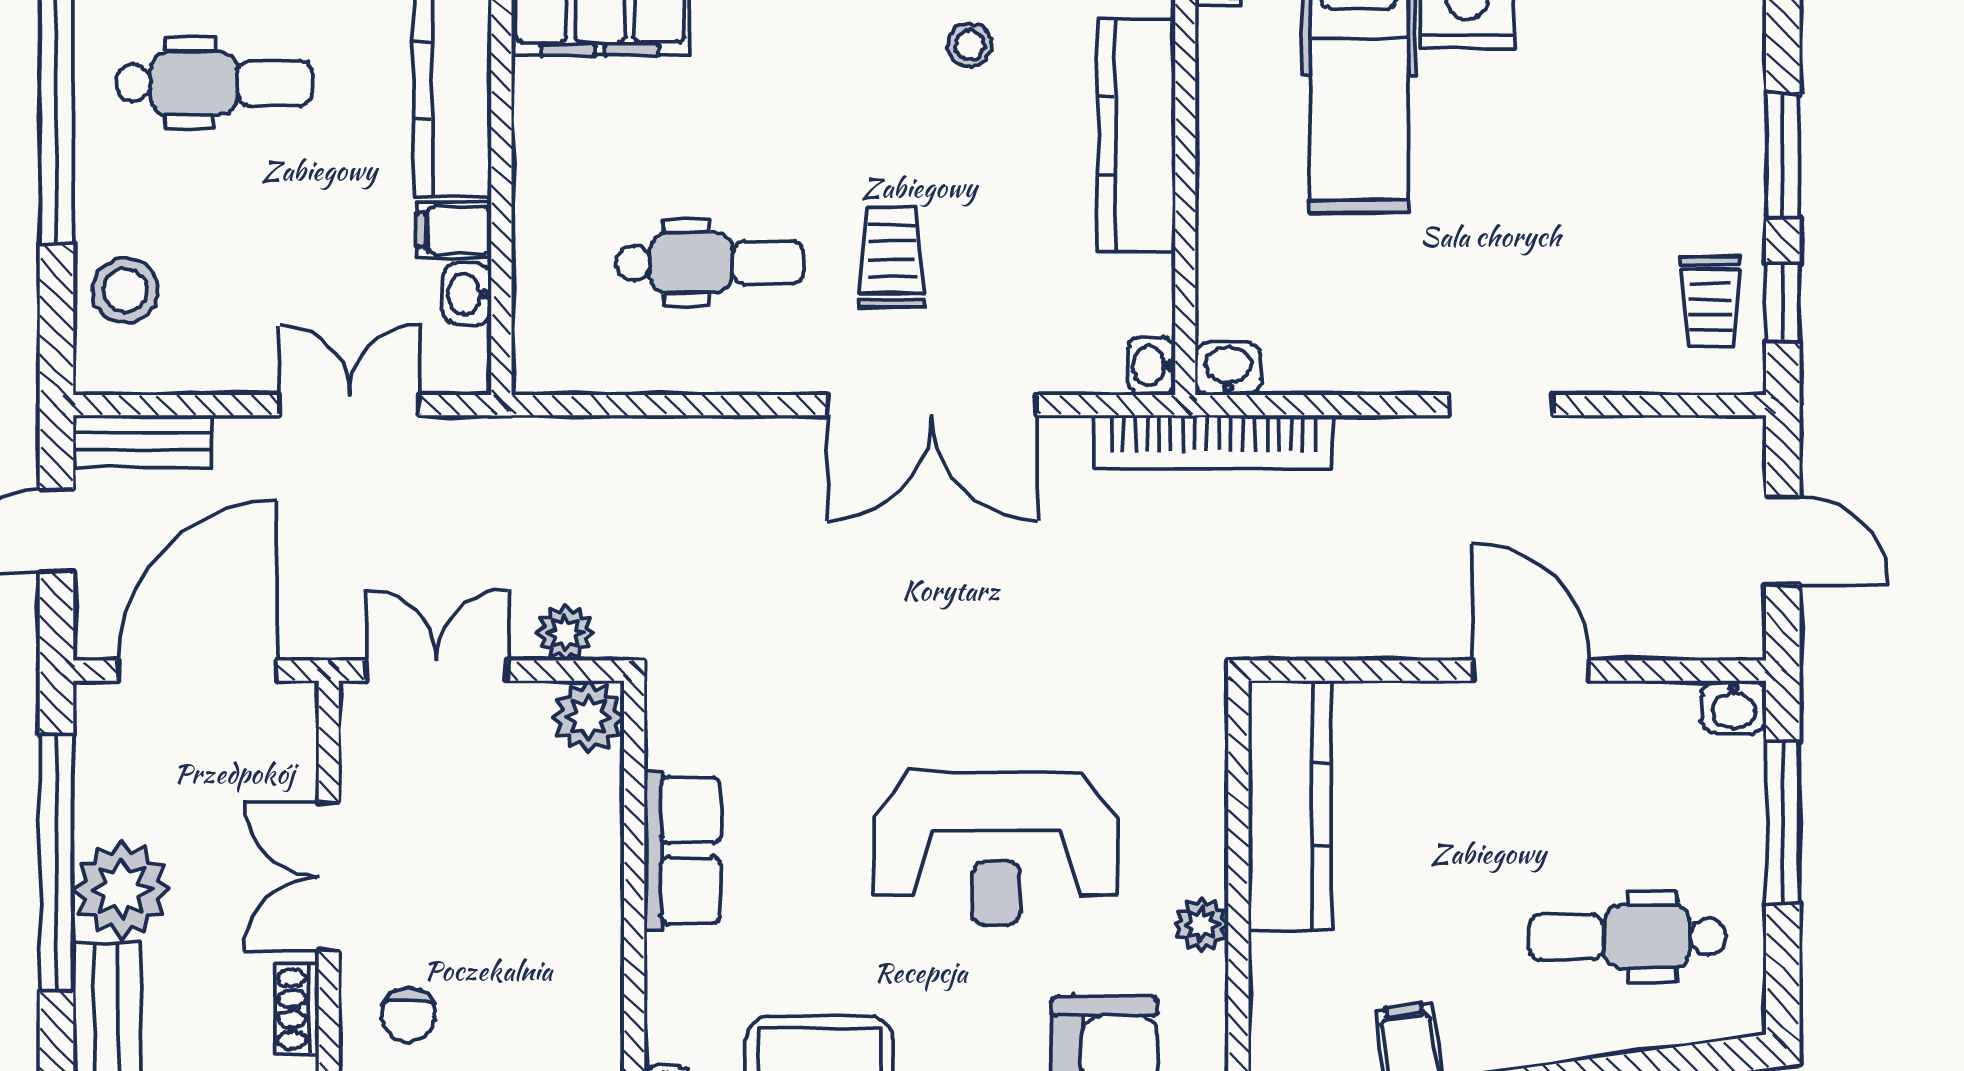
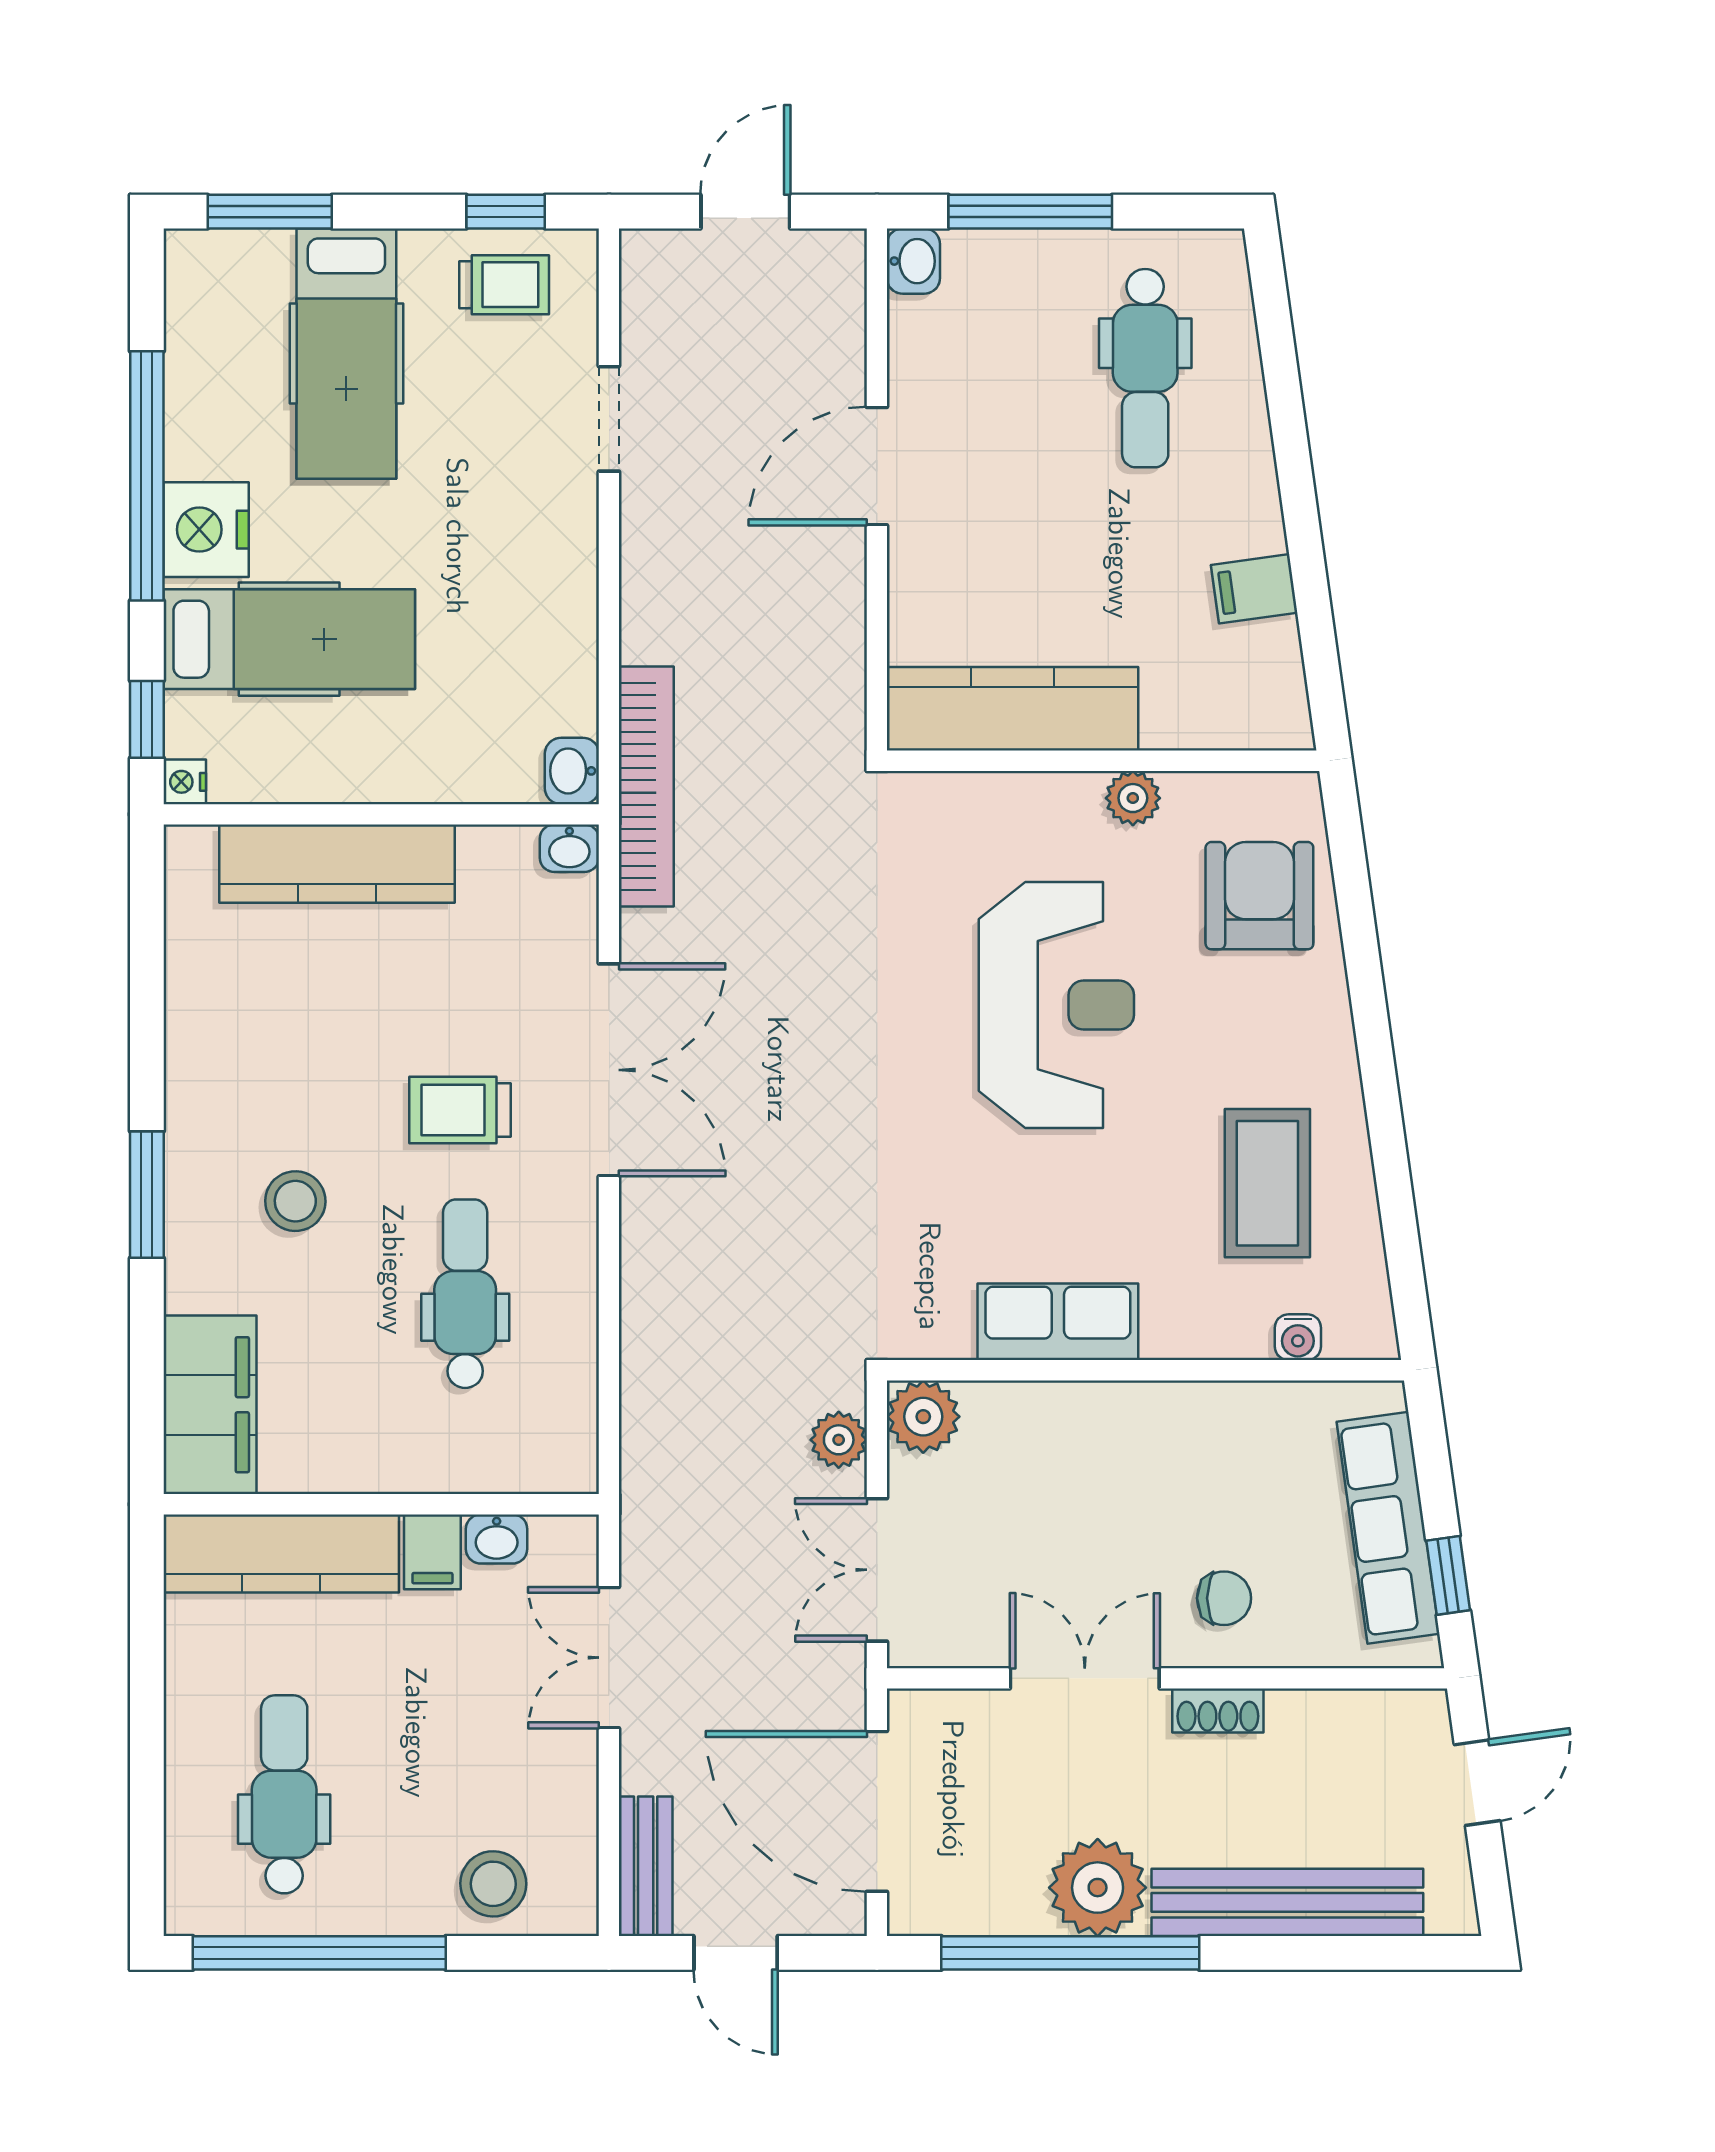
stool: (970, 45) -> (295, 1201), moved, width x1.37, depth x1.37
hospital bed: (1642, 145) -> (346, 354), added
window: (1783, 155) -> (270, 212), moved
doorway: (1501, 405) -> (609, 419), moved
double door: (329, 877) -> (1085, 1678), swing flipped

